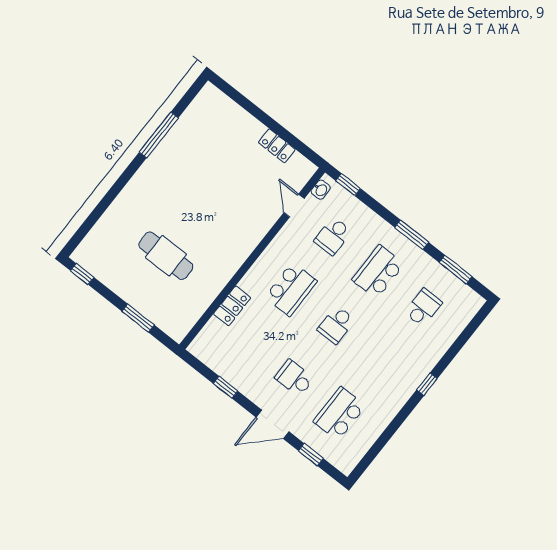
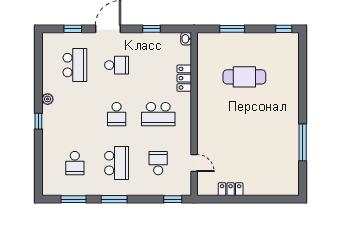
washbasin: (321, 190) -> (186, 39), moved
school desk: (291, 289) -> (158, 114), turned -90
school desk: (336, 325) -> (117, 114), turned 180
plant: (398, 400) -> (48, 99), added

